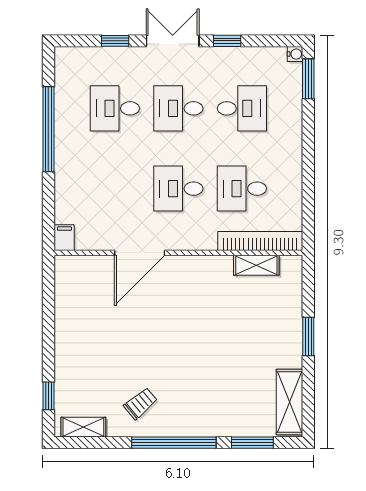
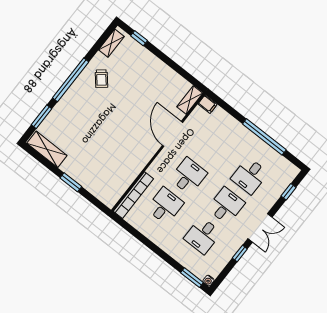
window: (115, 41) -> (288, 192), moved
desk: (115, 108) -> (250, 176), turned 180
shelving: (256, 265) -> (190, 100), moved

